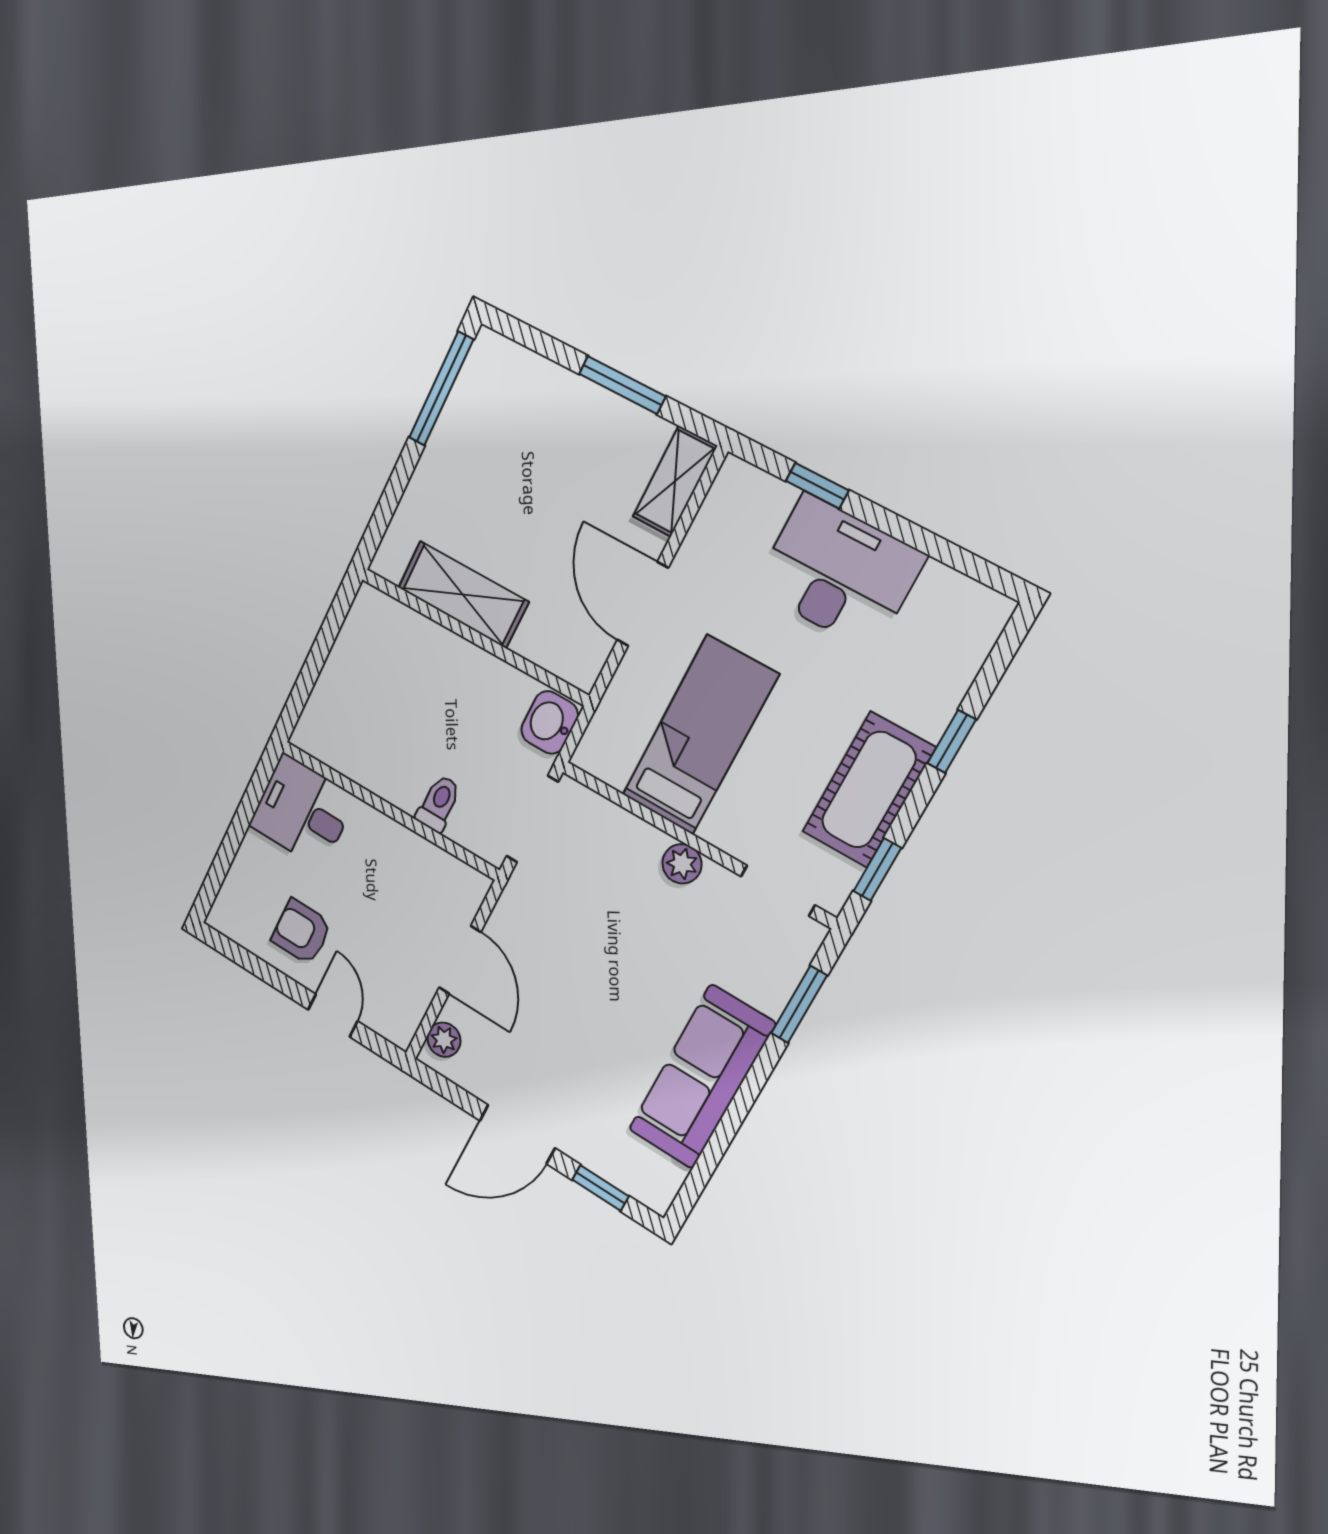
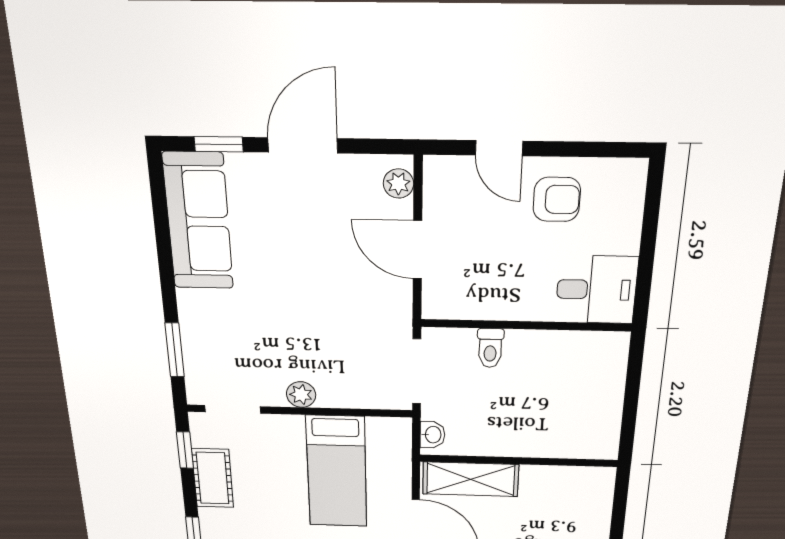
shelving: (463, 595) -> (471, 479), moved
washbasin: (550, 722) -> (432, 435), width x0.72, depth x0.69
cot: (869, 790) -> (213, 478), width x0.73, depth x0.75
sofa: (702, 1077) -> (198, 222), moved

